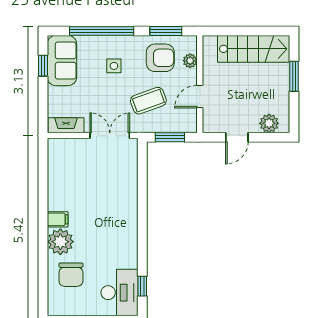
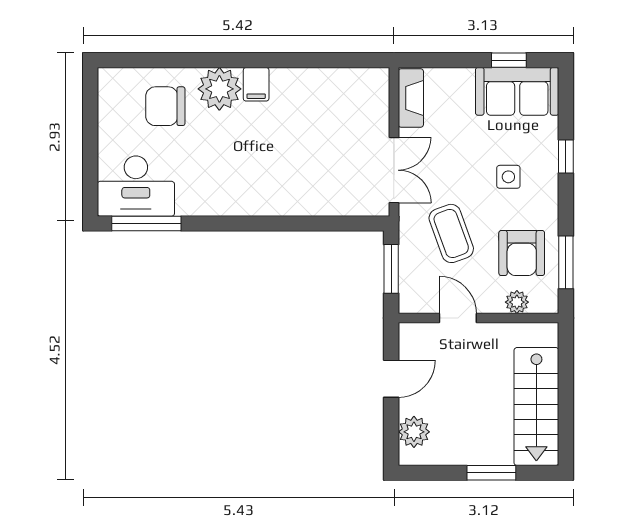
window: (102, 31) -> (566, 157), width x0.32
door: (237, 137) -> (391, 379), swing flipped
window: (142, 286) -> (146, 223), width x2.17

